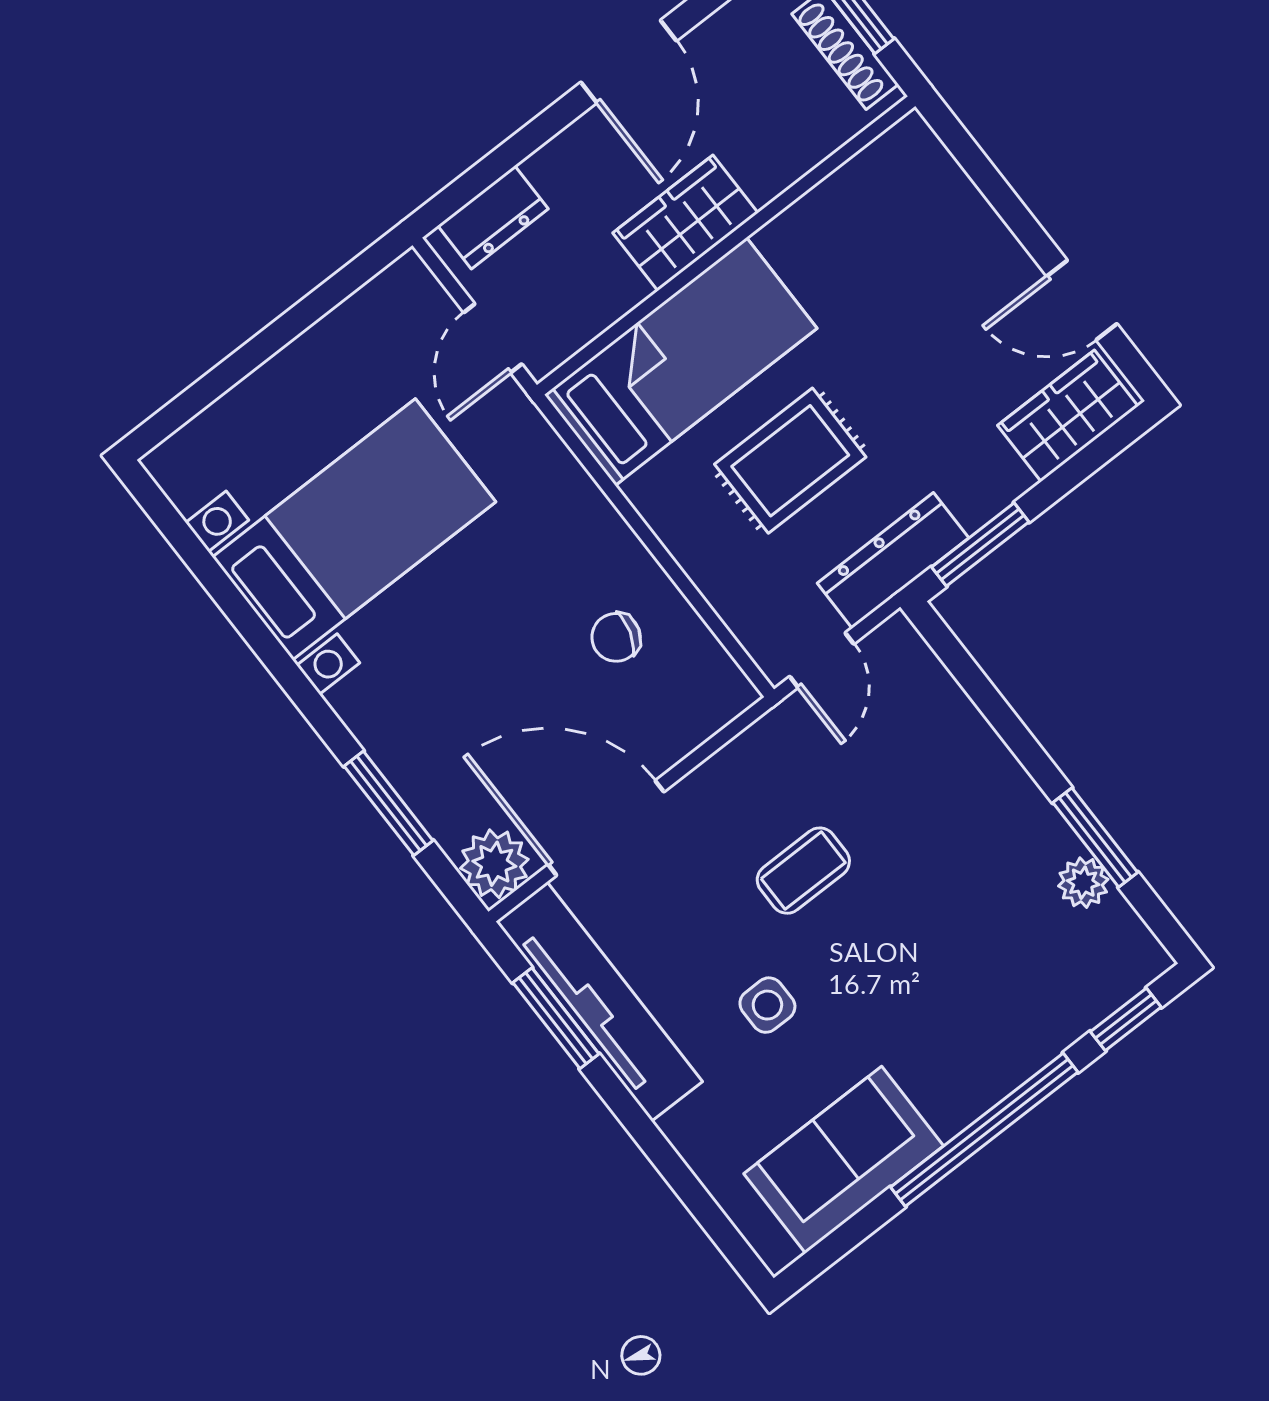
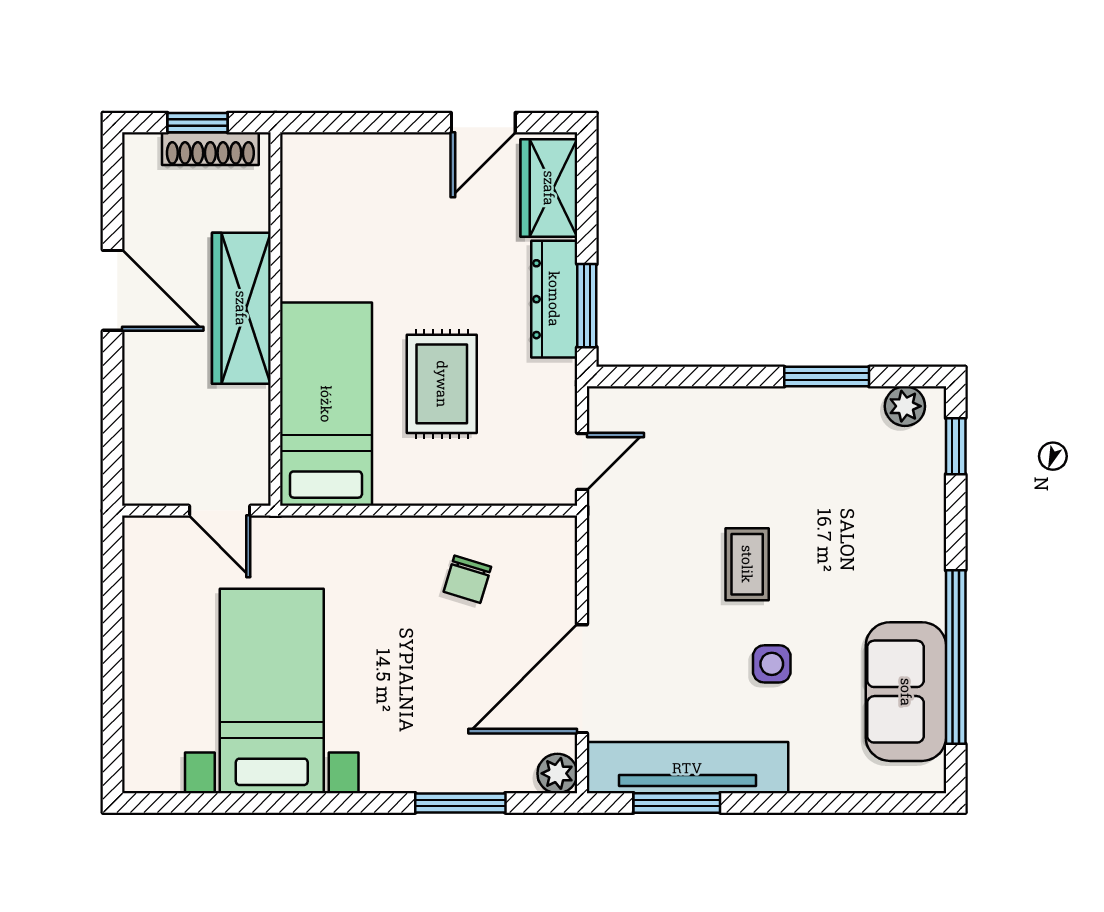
dresser: (493, 217) -> (144, 451), removed
wardrobe: (685, 223) -> (241, 308), width x1.50
dresser: (893, 561) -> (554, 299), moved
door: (822, 660) -> (582, 462), hinge flipped
plant: (494, 864) -> (557, 773), width x0.73, depth x0.73
coffee table: (803, 871) -> (747, 564), moved
plant: (1083, 883) -> (905, 406), moved
window: (984, 1130) -> (956, 657), moved

